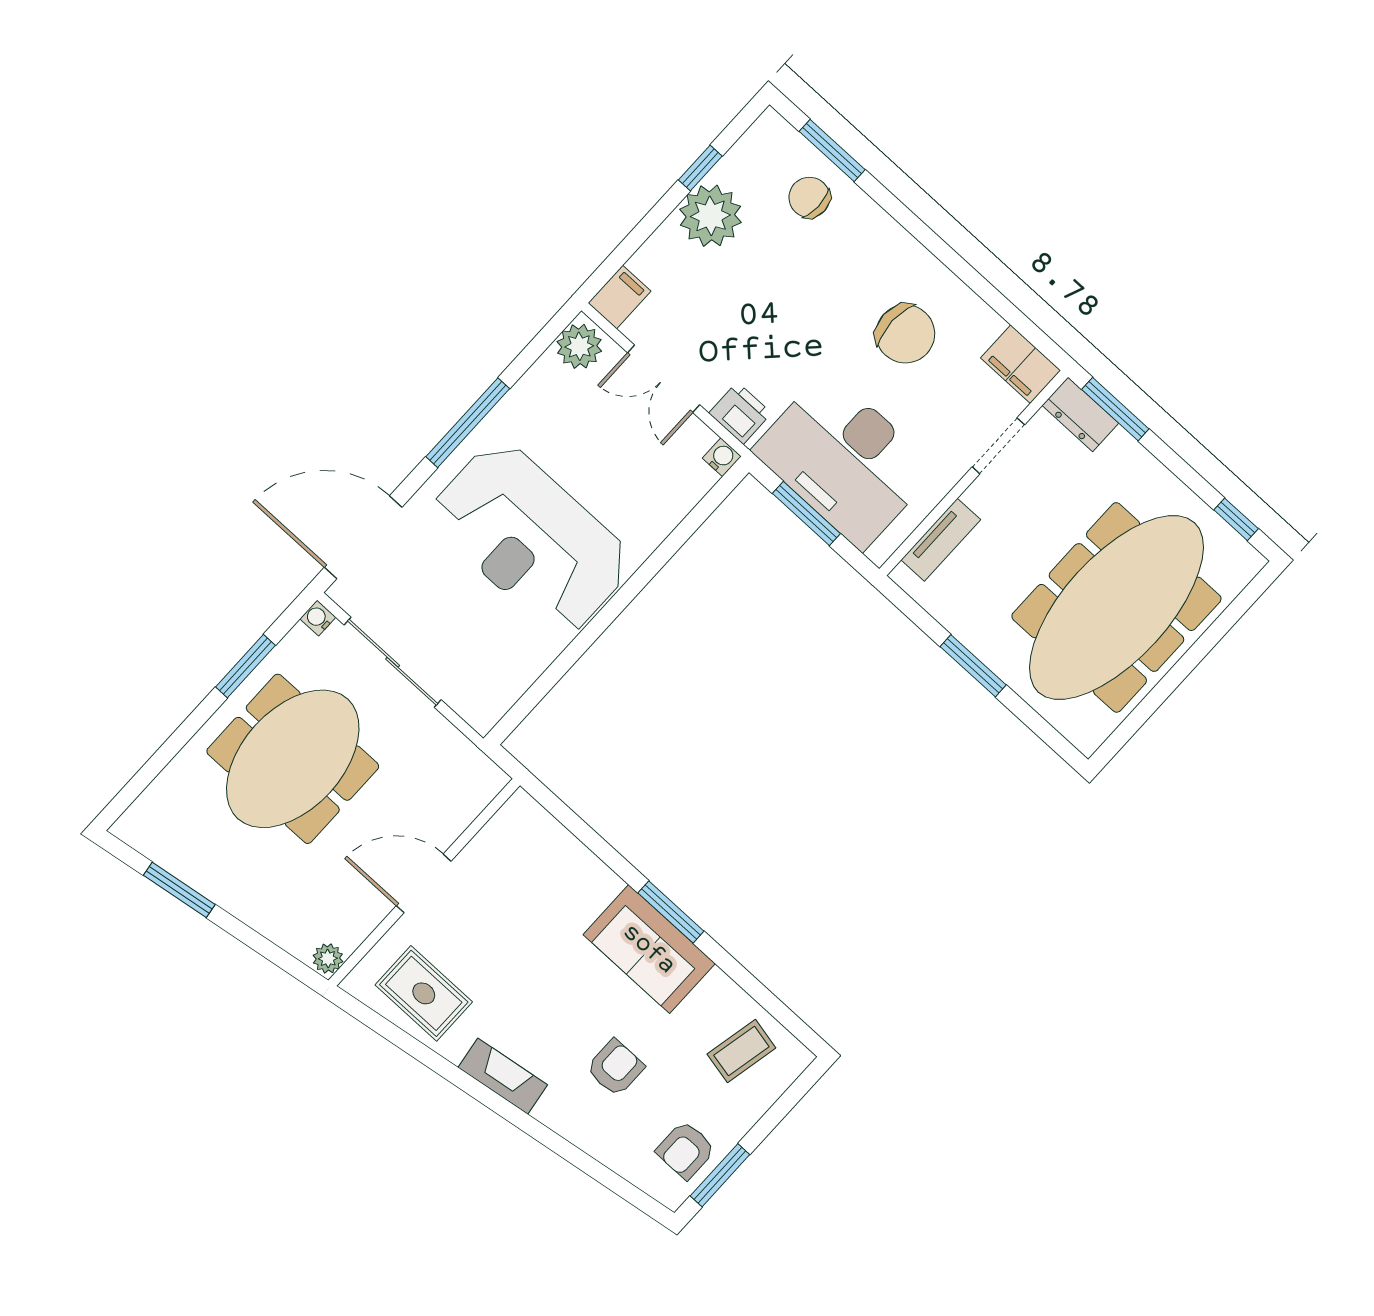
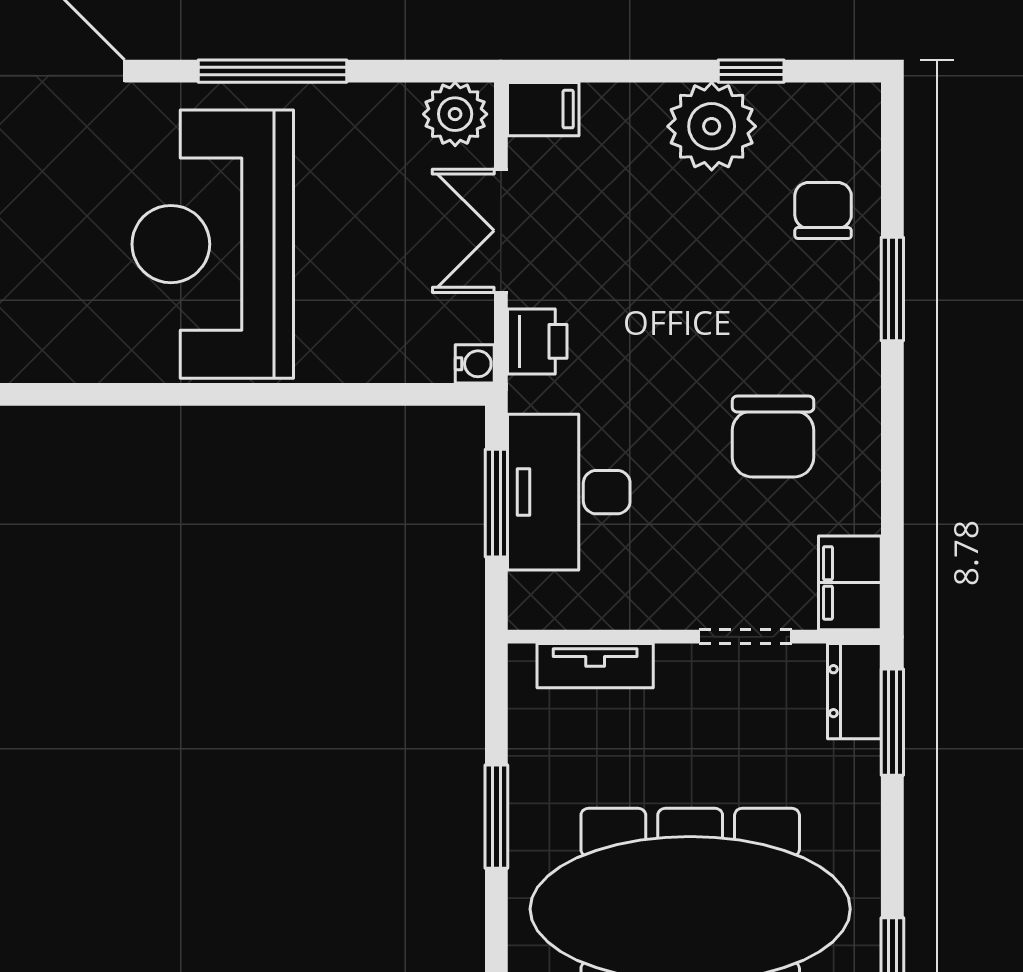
window: (832, 150) -> (892, 289), moved
desk: (845, 460) -> (569, 492), width x0.73, depth x0.77

